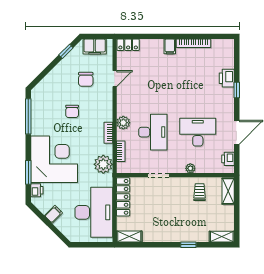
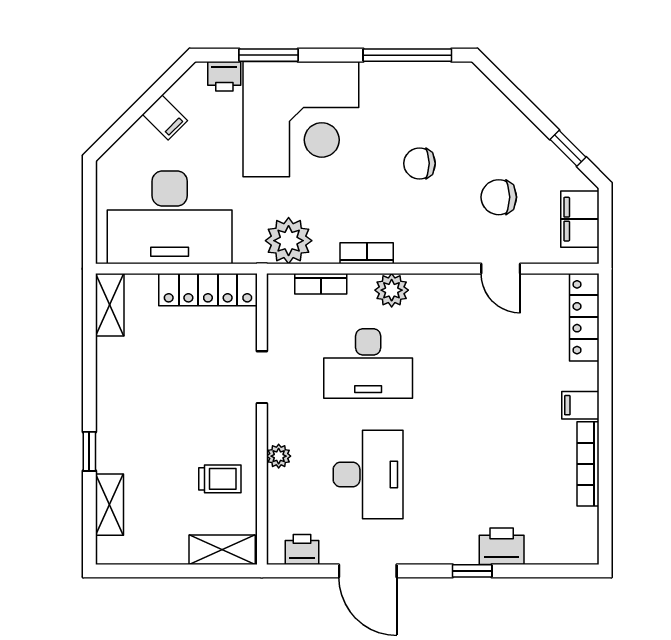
locker: (128, 45) -> (584, 317), width x1.53
shelving: (222, 237) -> (110, 505), moved

